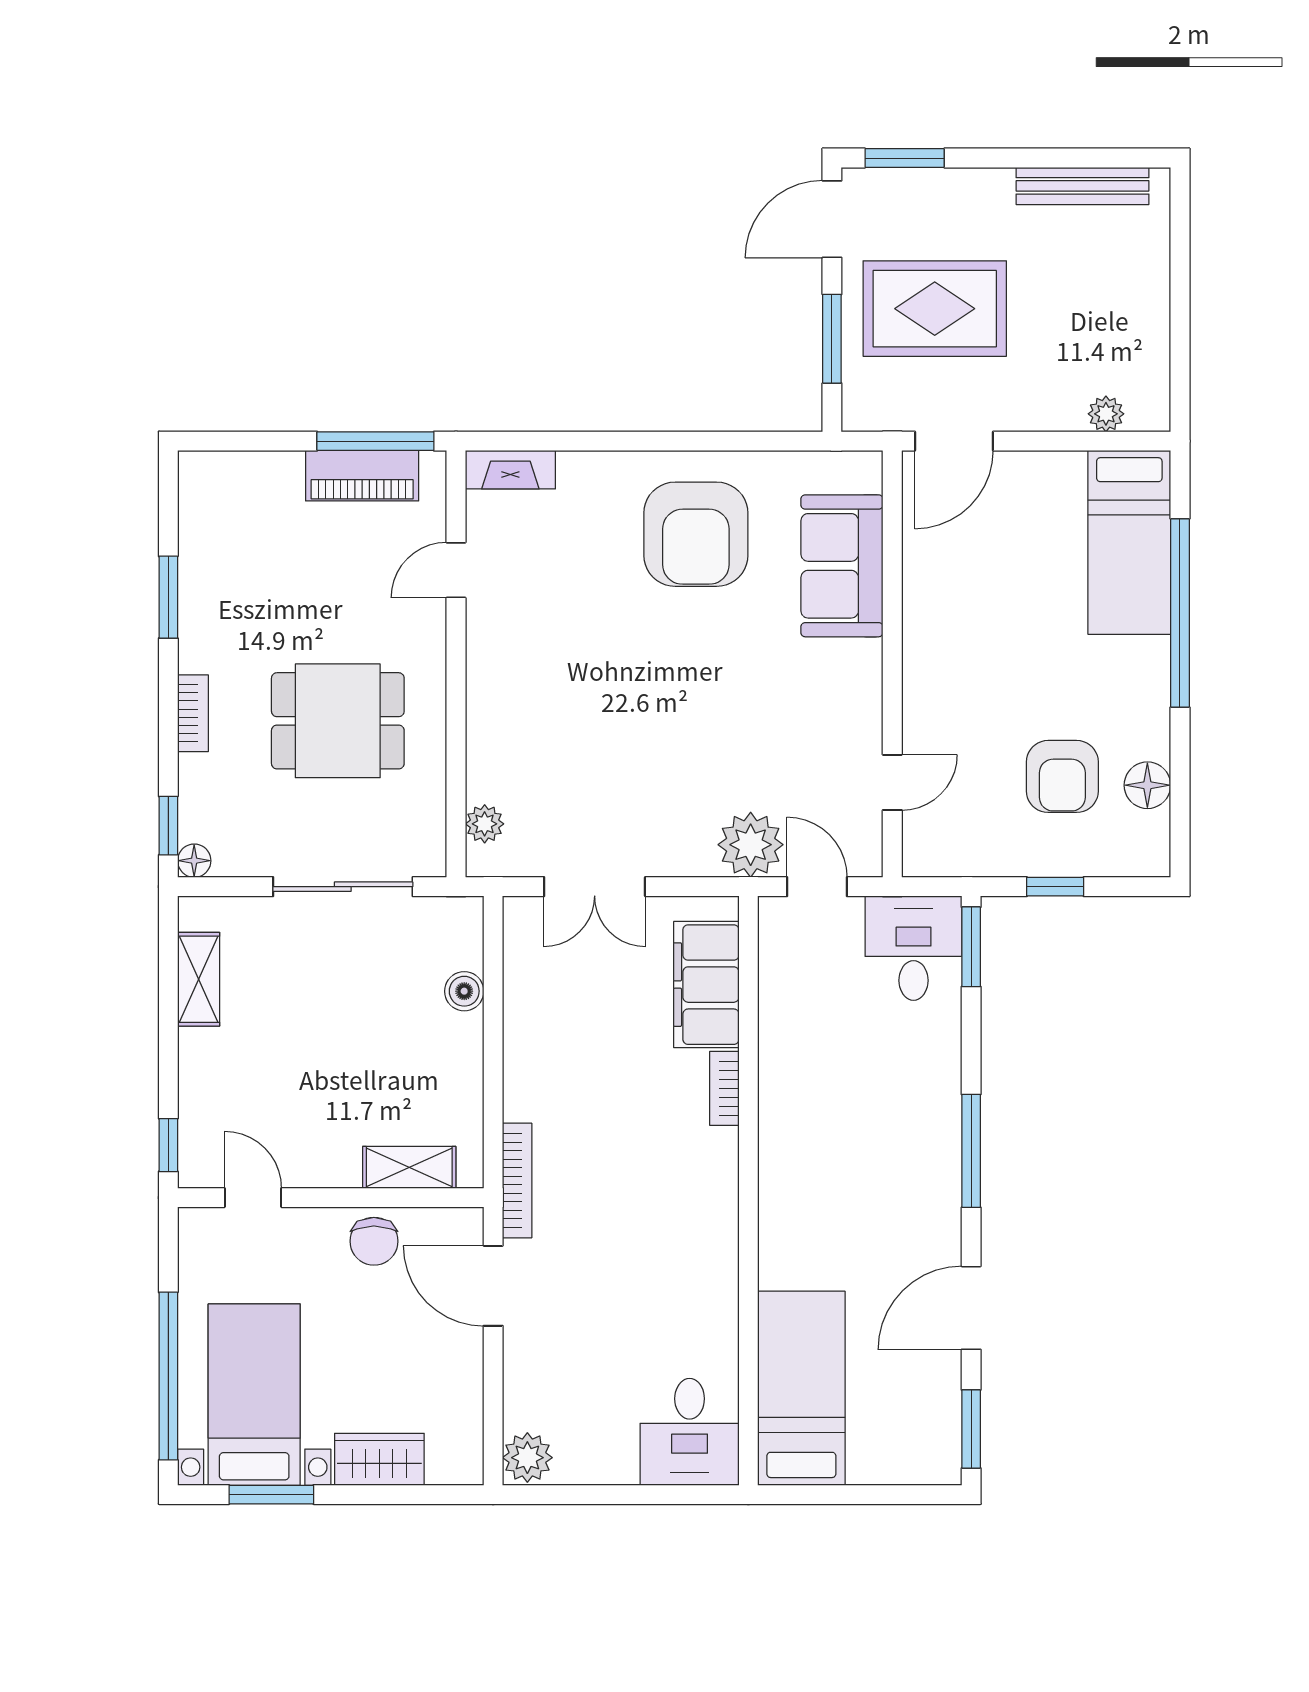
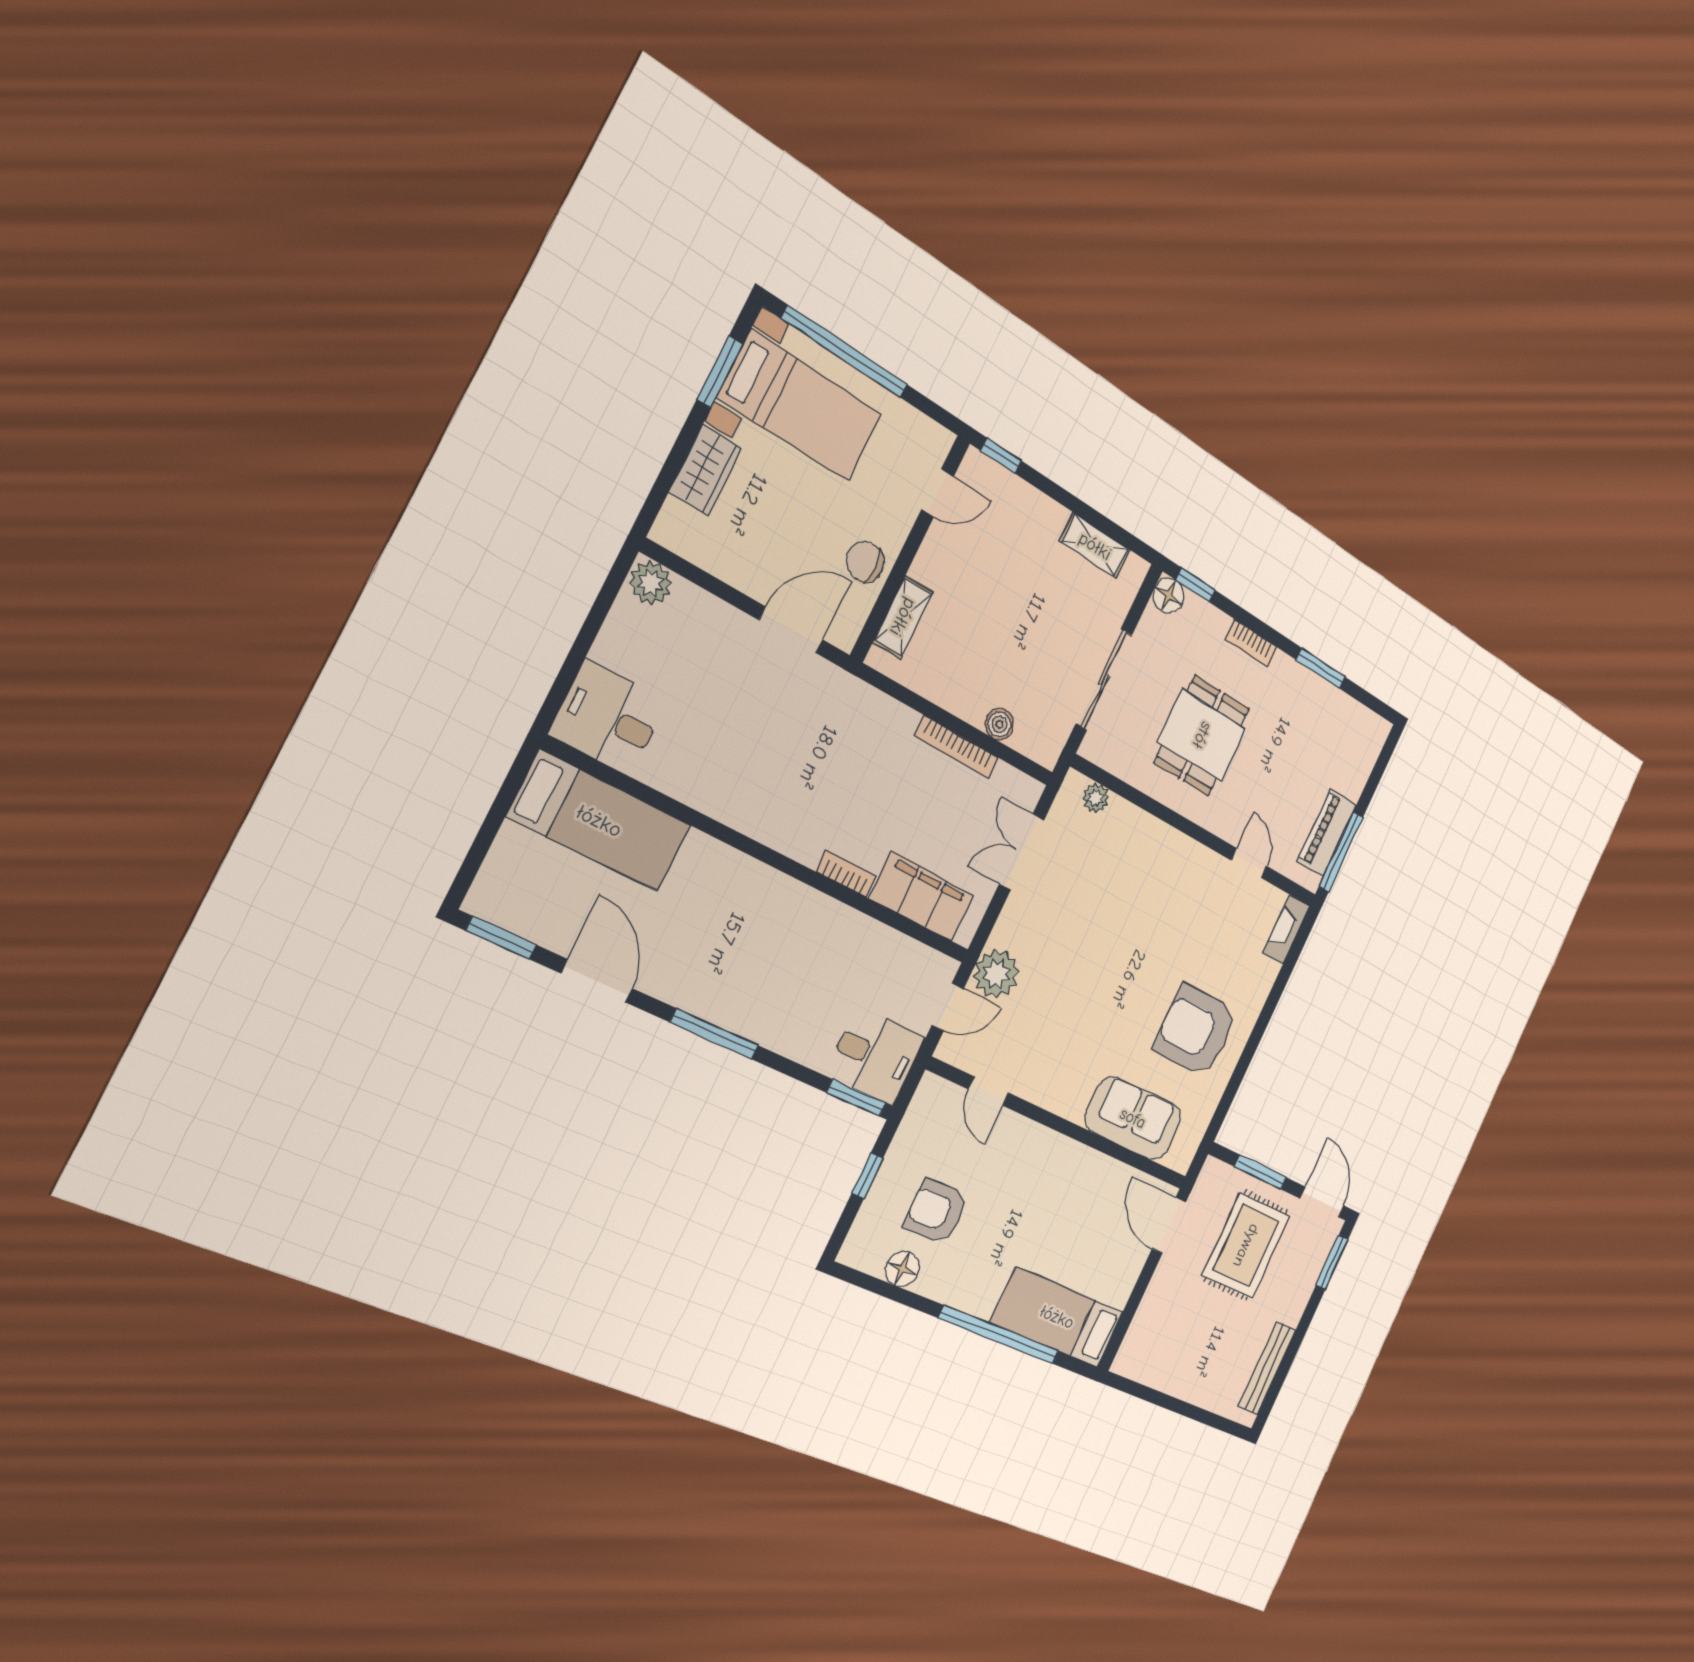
plant: (1106, 414) -> (1138, 1332), removed
floor lamp: (194, 861) -> (1169, 595), width x1.37, depth x1.37
bookcase: (517, 1181) -> (956, 747), moved

